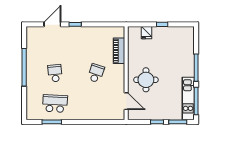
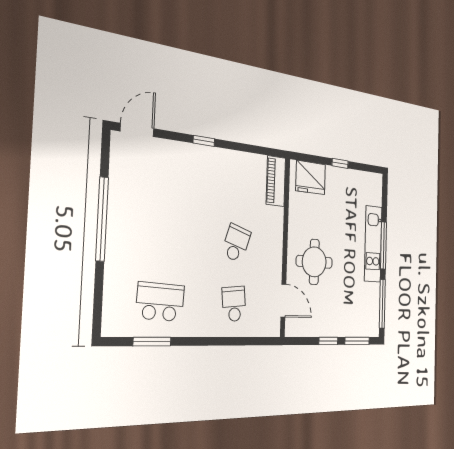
door: (52, 24) -> (137, 130), moved
fridge: (146, 33) -> (311, 178), width x1.88, depth x1.34
piano: (119, 51) -> (276, 181), moved
school desk: (55, 73) -> (234, 304), moved
kitchen unit: (188, 99) -> (373, 244), moved

